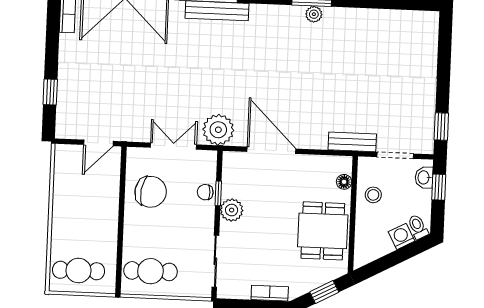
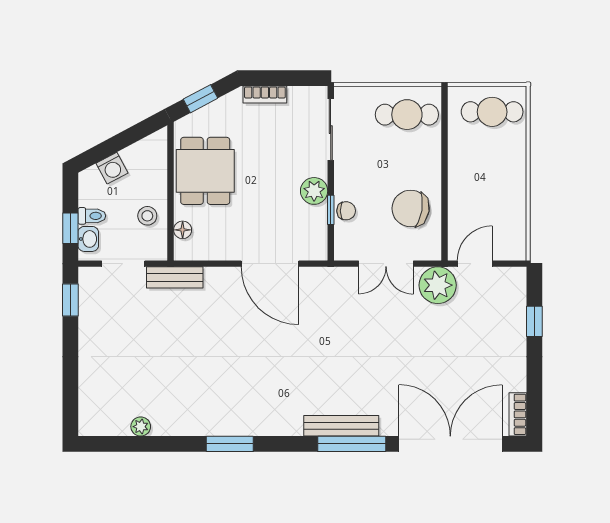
plant: (314, 14) -> (141, 427), moved
plant: (218, 130) -> (438, 285), moved
toilet: (418, 227) -> (92, 216), moved, turned -62

